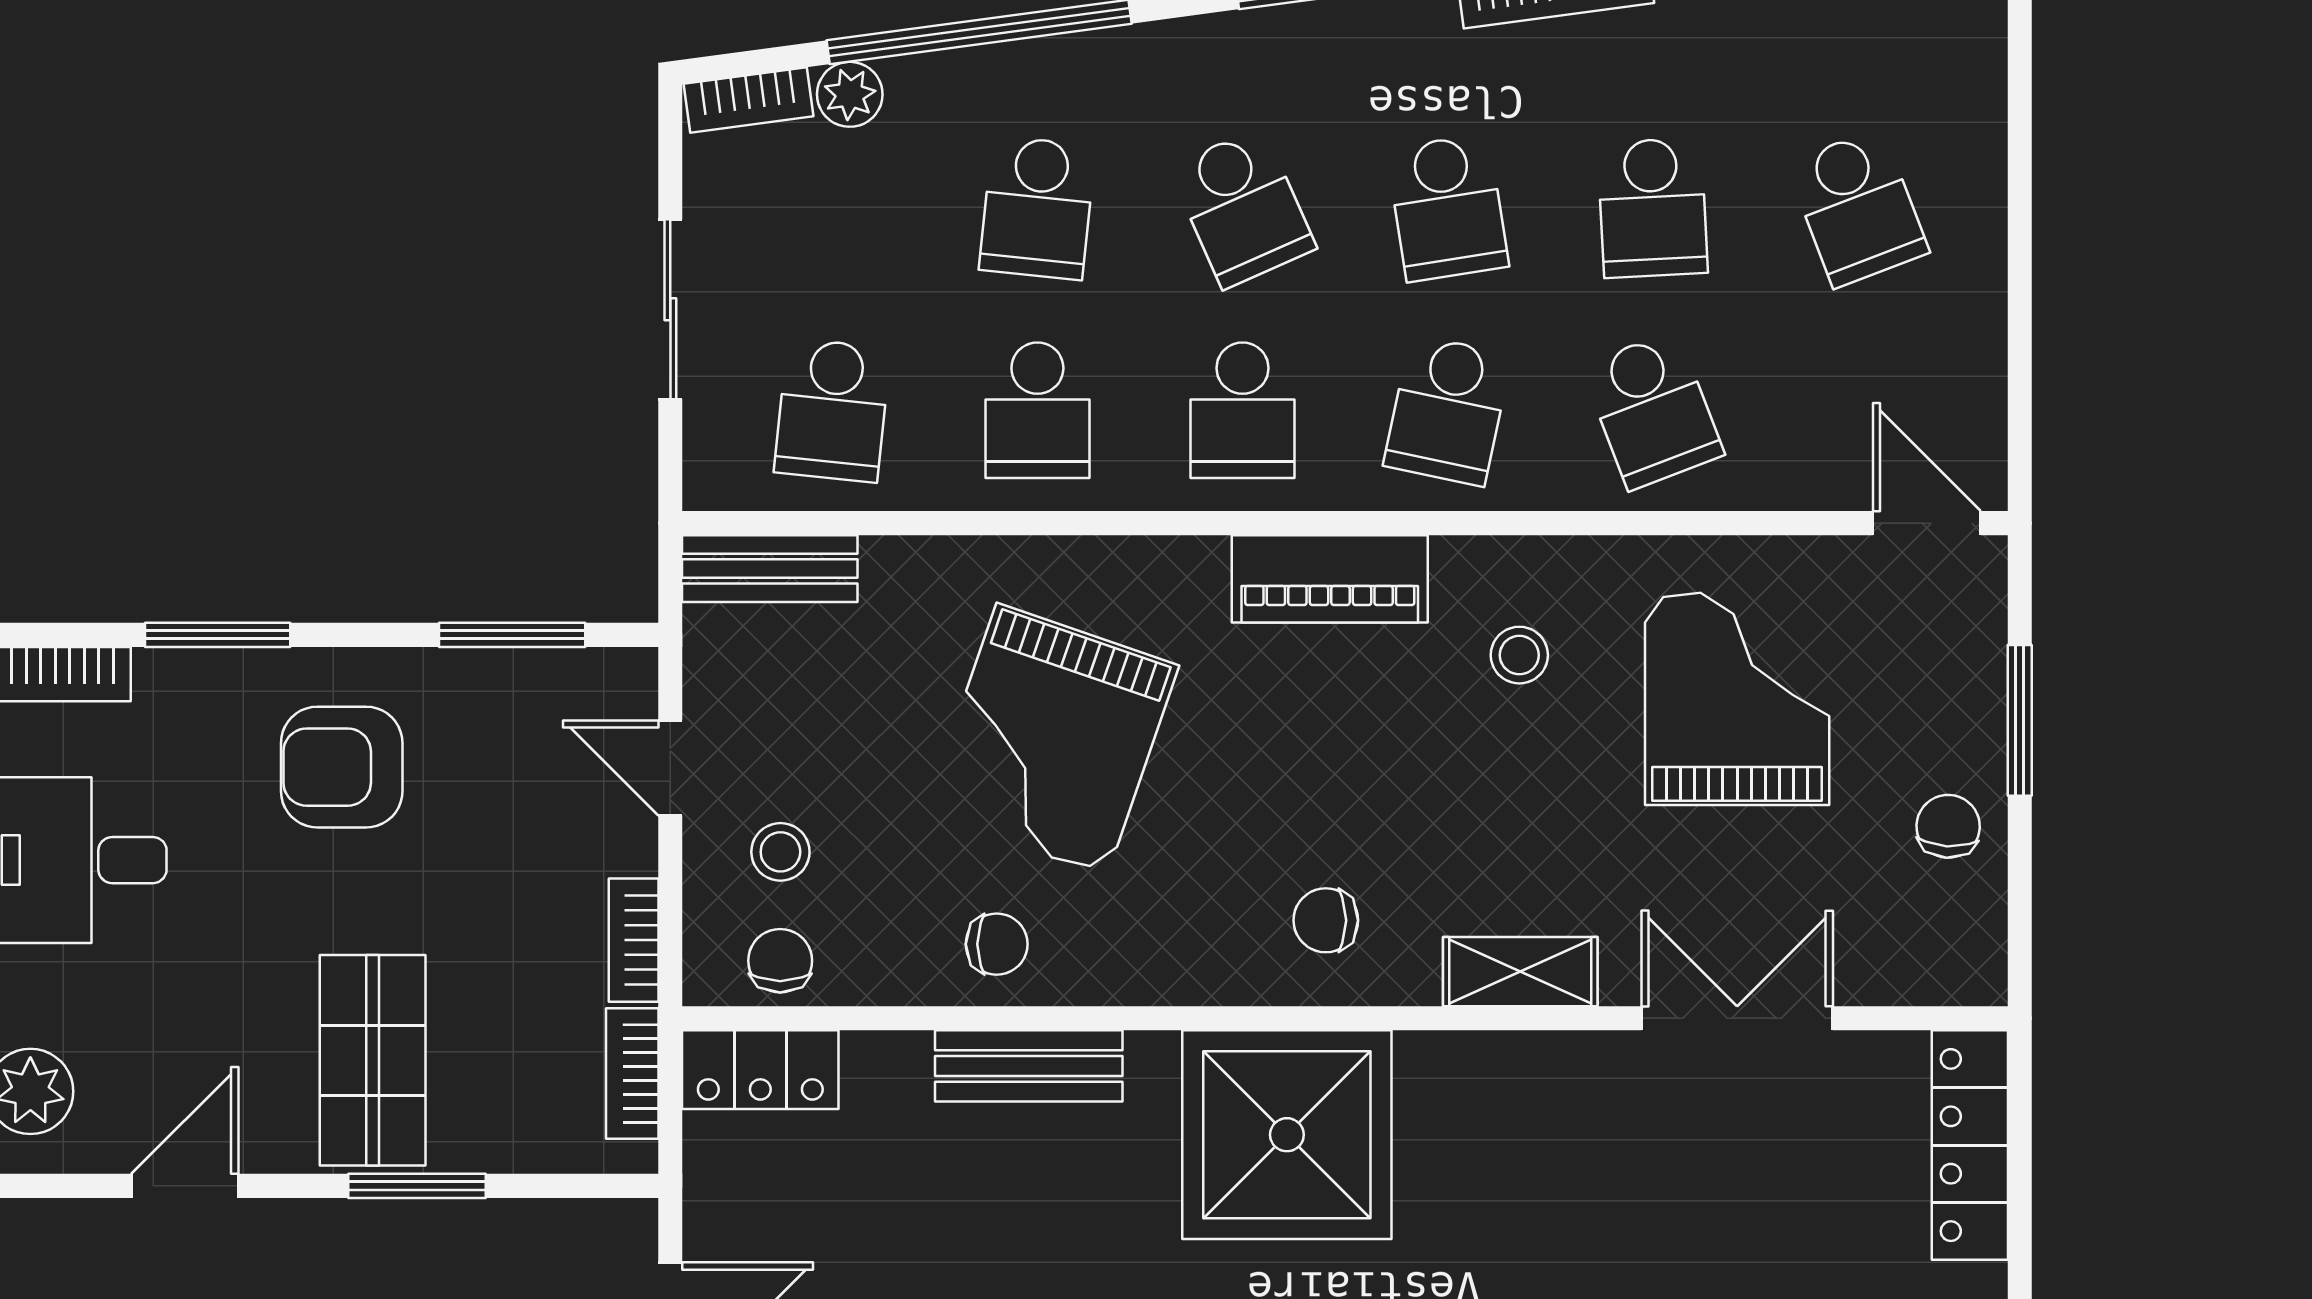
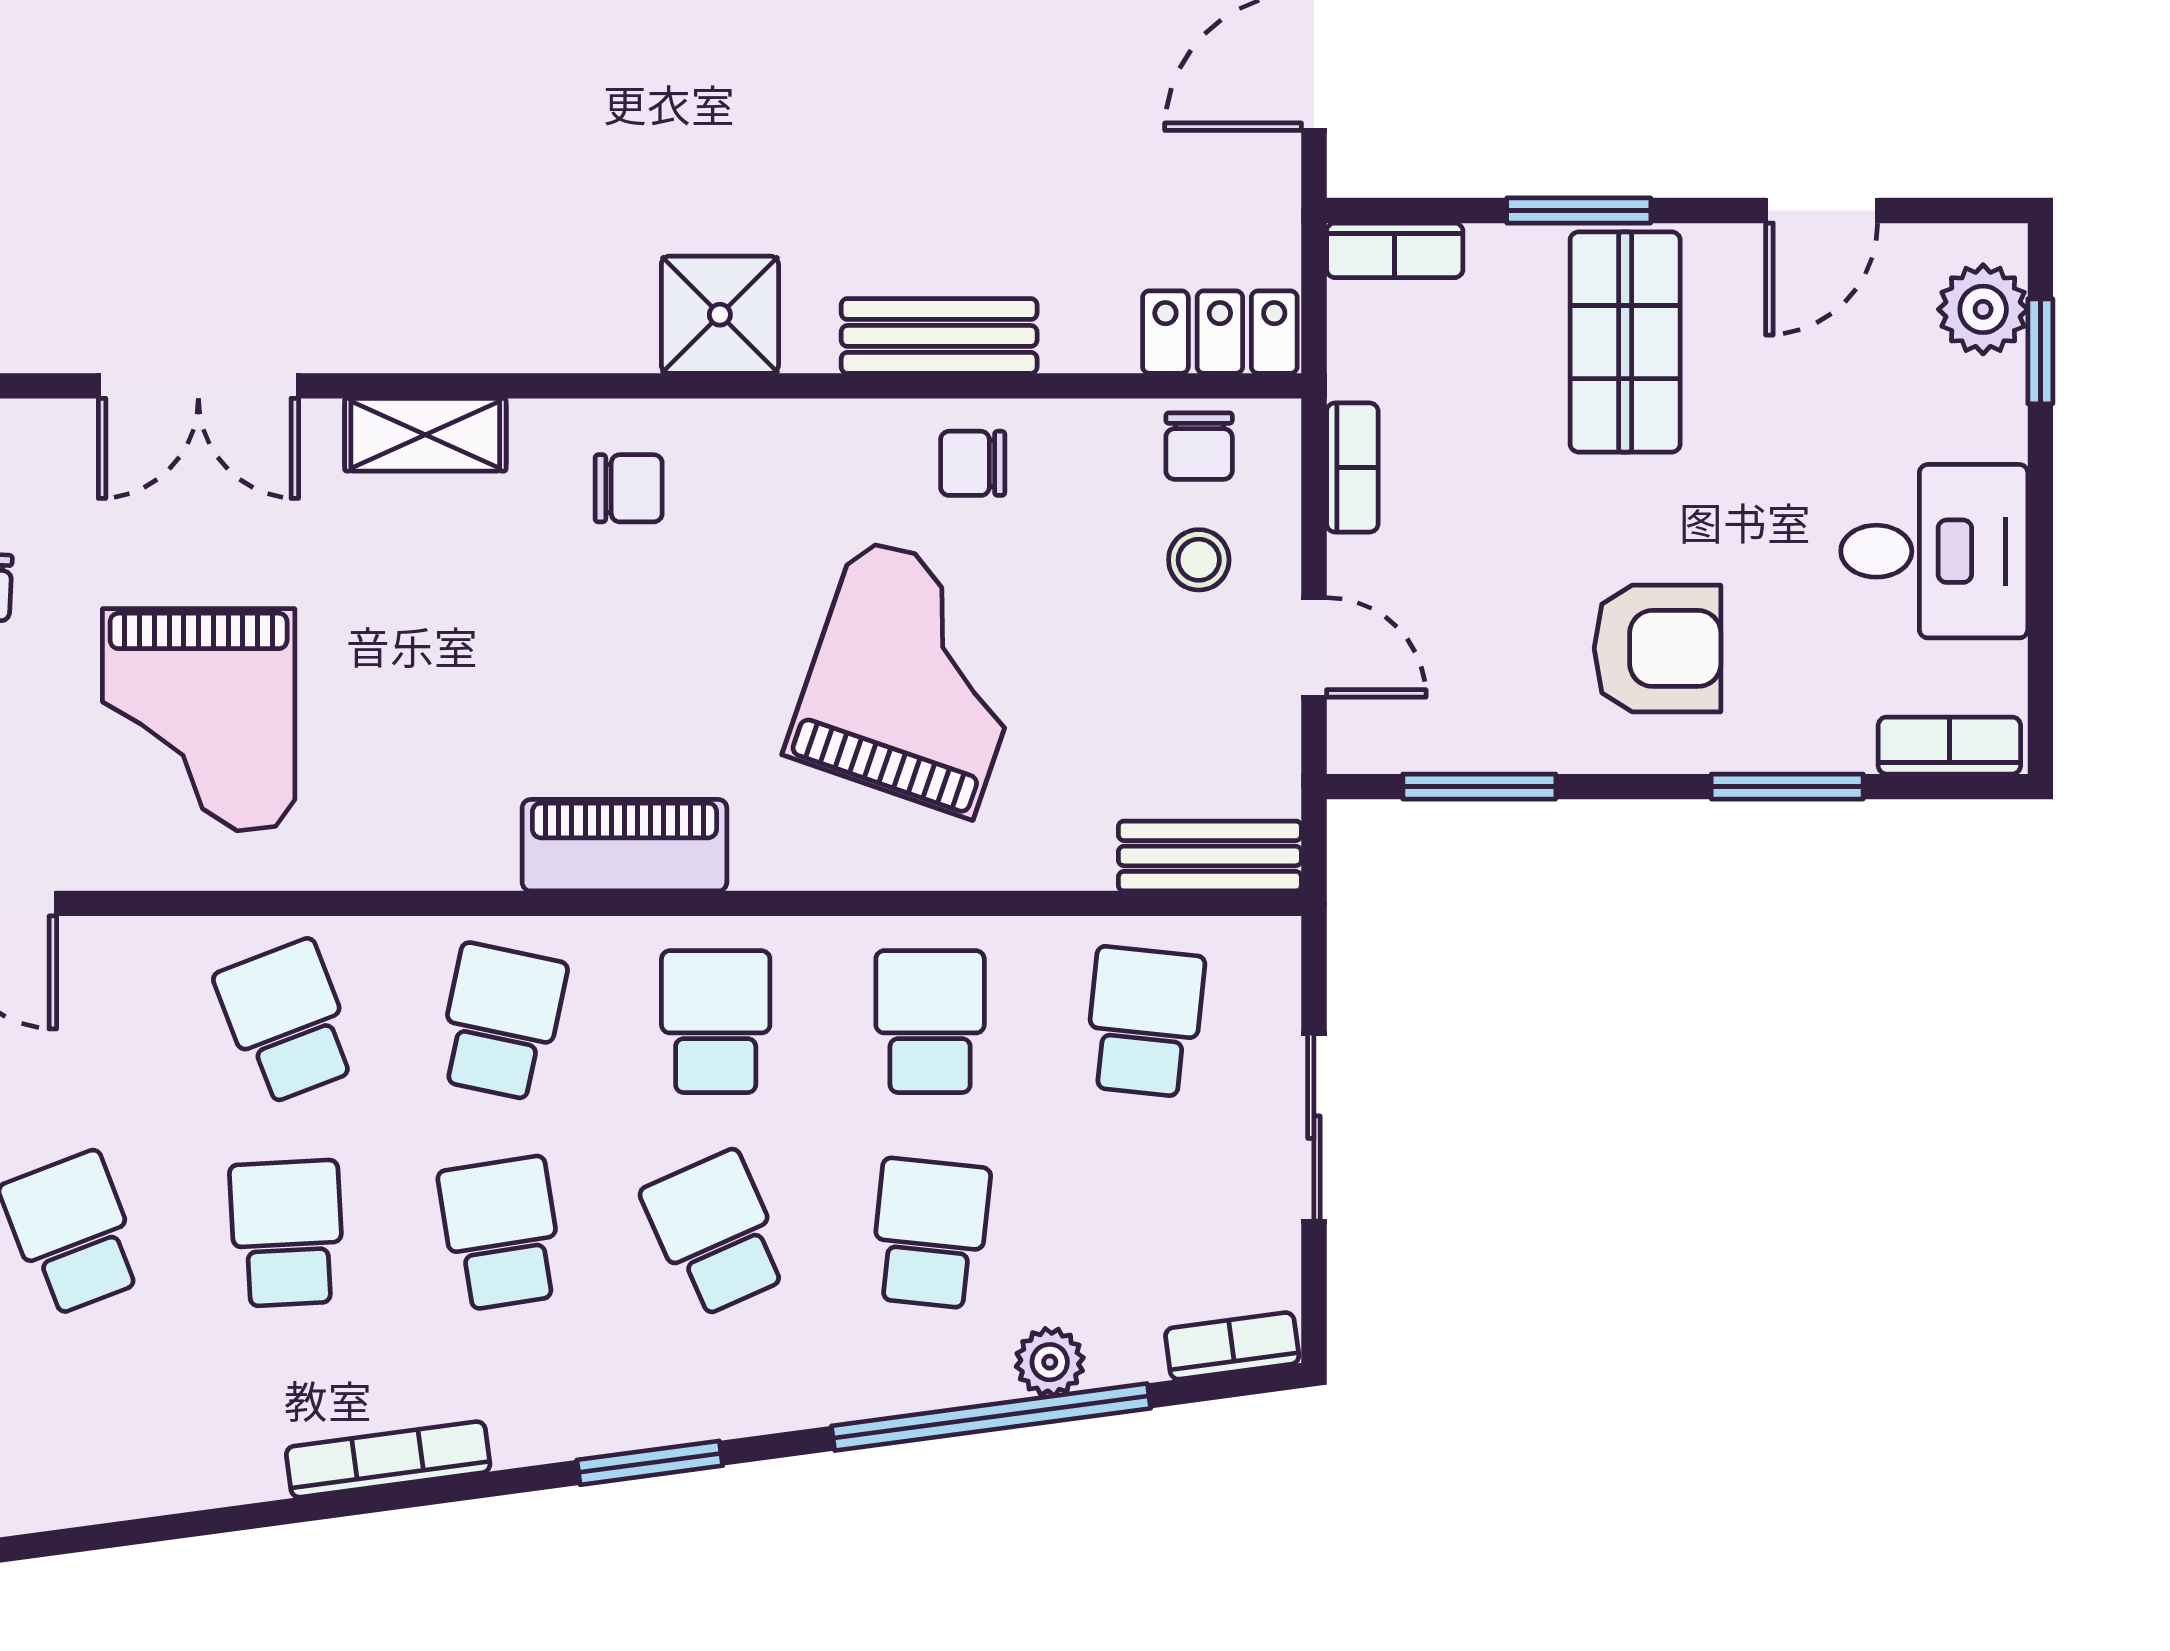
plant: (850, 94) -> (1050, 1362), moved
stool: (1519, 655) -> (426, 766), removed
bookcase: (632, 1074) -> (1395, 250), moved, turned 90
shower: (1287, 1135) -> (720, 315), width x0.54, depth x0.54

